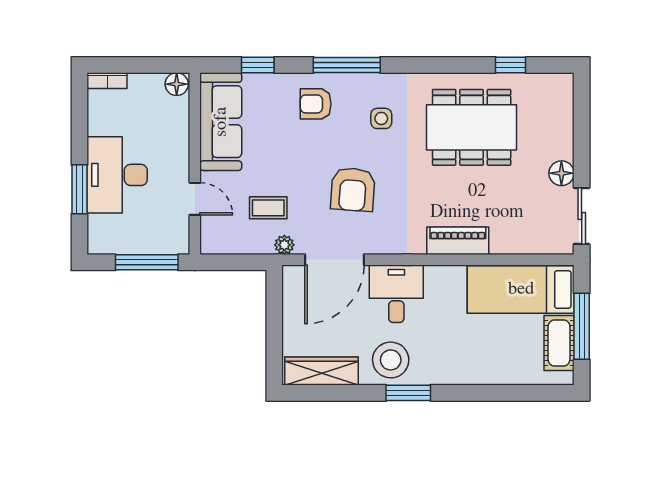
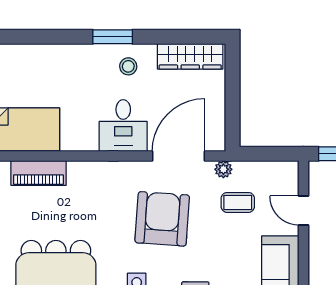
armchair: (353, 189) -> (162, 219), width x1.36, depth x1.36
piano: (458, 241) -> (39, 173), moved
stool: (391, 360) -> (128, 66), width x0.53, depth x0.53

